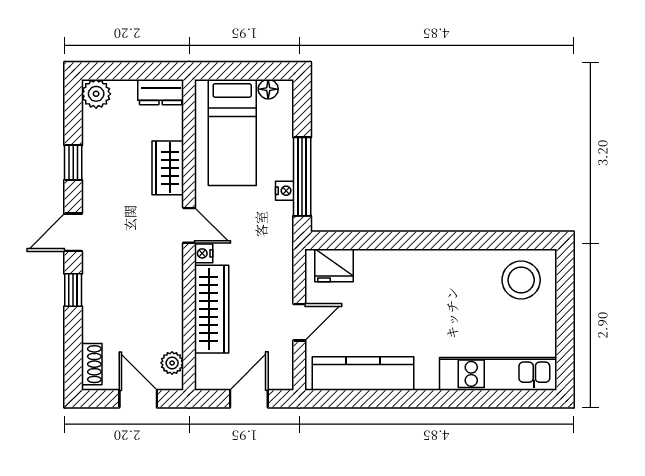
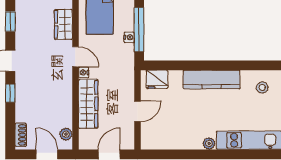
stool: (521, 280) -> (262, 88), width x0.53, depth x0.53
kitchen counter: (363, 373) -> (212, 80), moved, turned 180
plant: (427, 379) -> (209, 143), added

